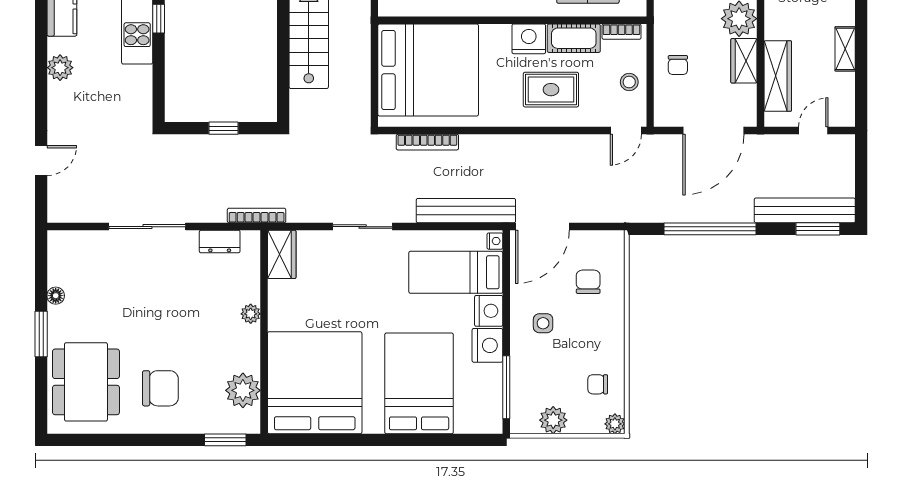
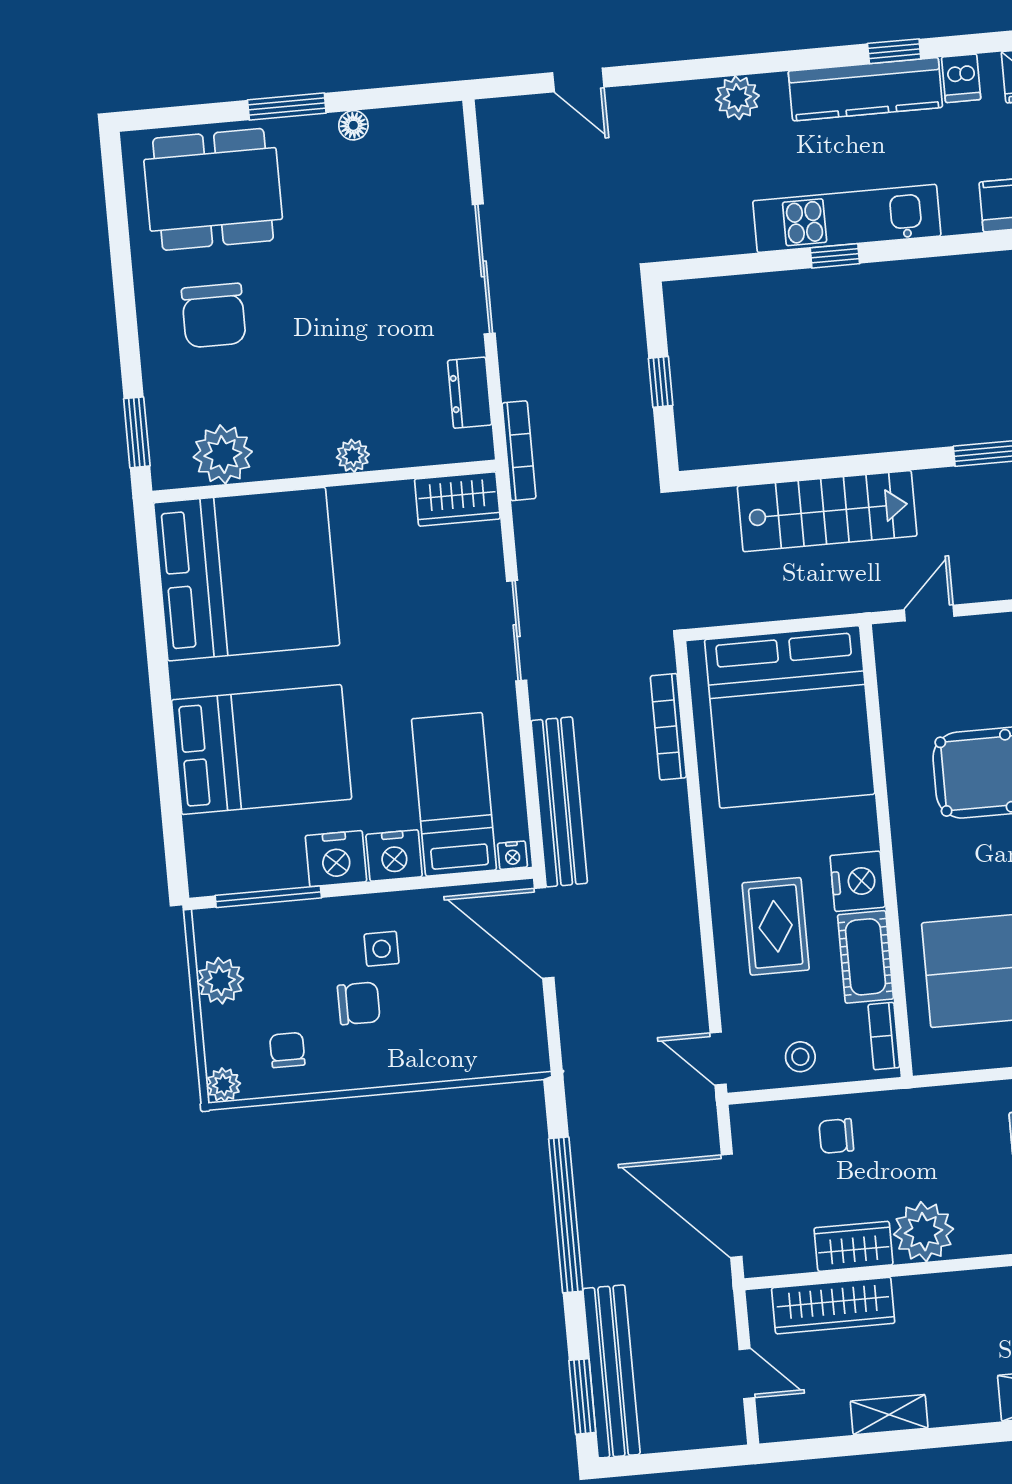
chair: (588, 282) -> (359, 1003), moved

